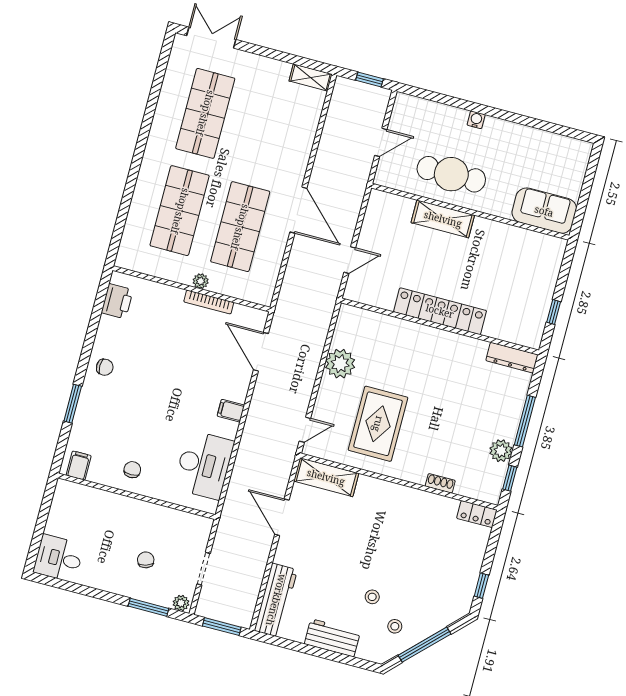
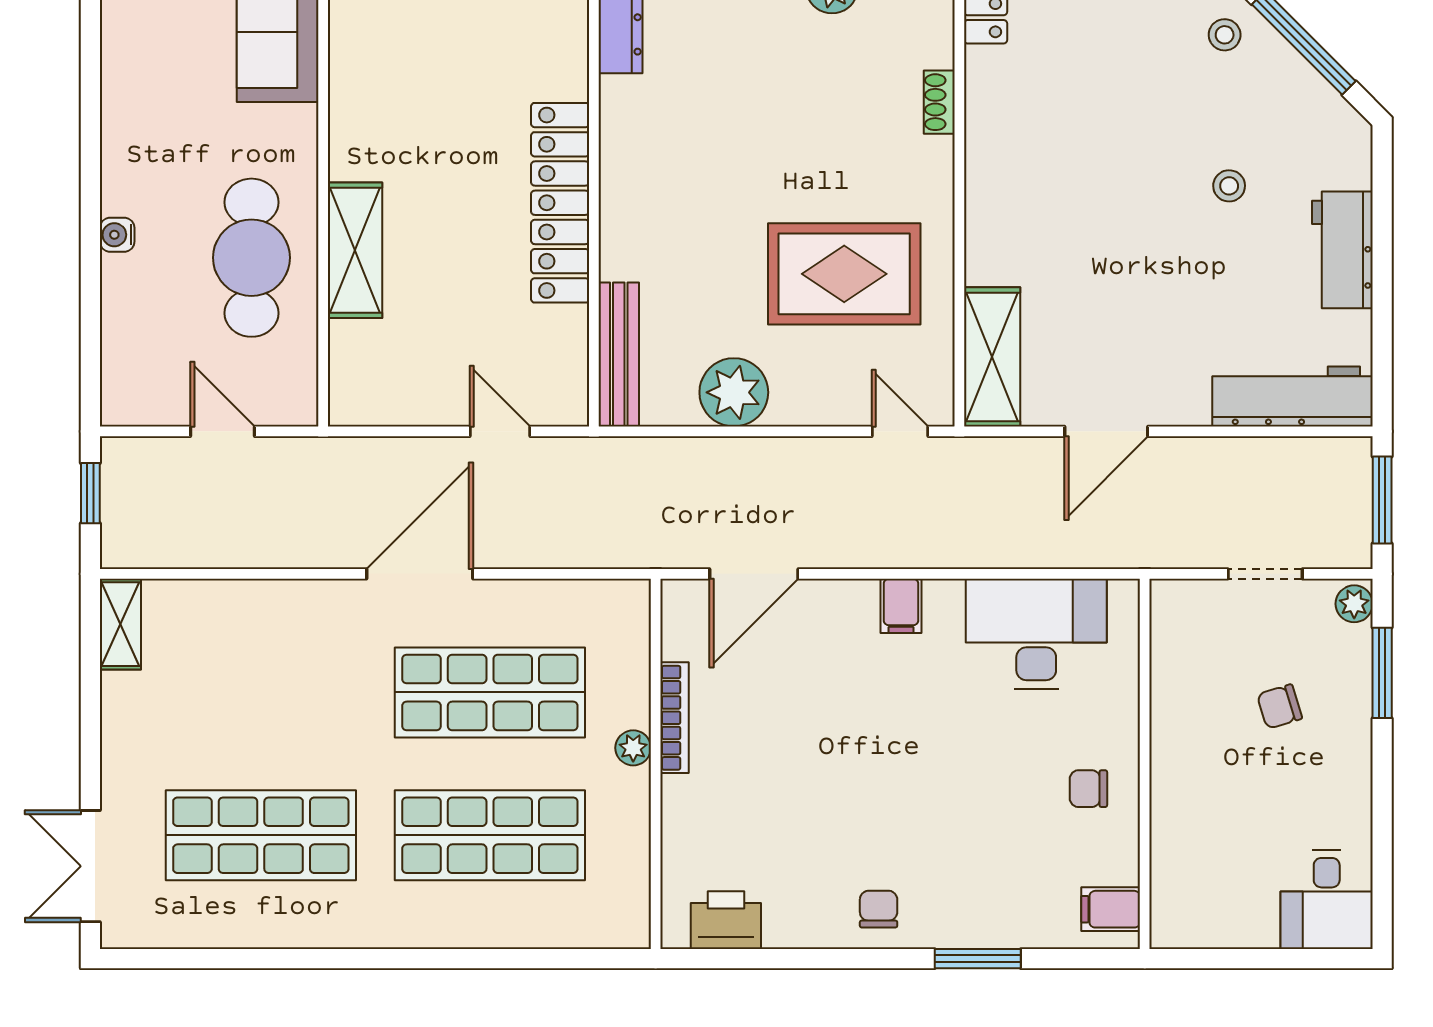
bench: (369, 319) -> (619, 354), added
stool: (395, 626) -> (1225, 35), moved

